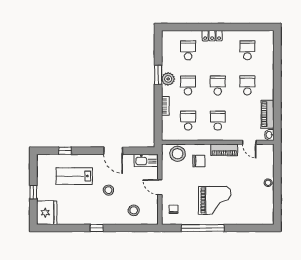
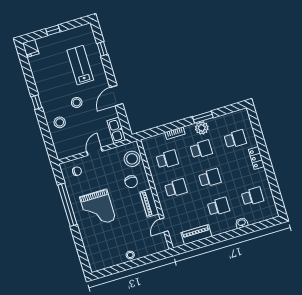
washbasin: (269, 135) -> (242, 223), moved
stool: (134, 210) -> (60, 122), moved
fridge: (47, 213) -> (31, 48), width x0.53, depth x0.75

